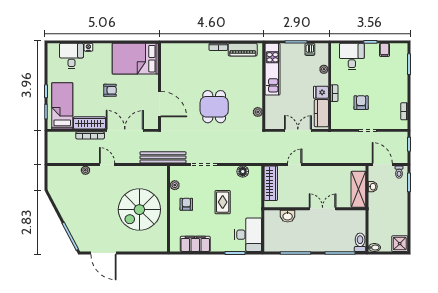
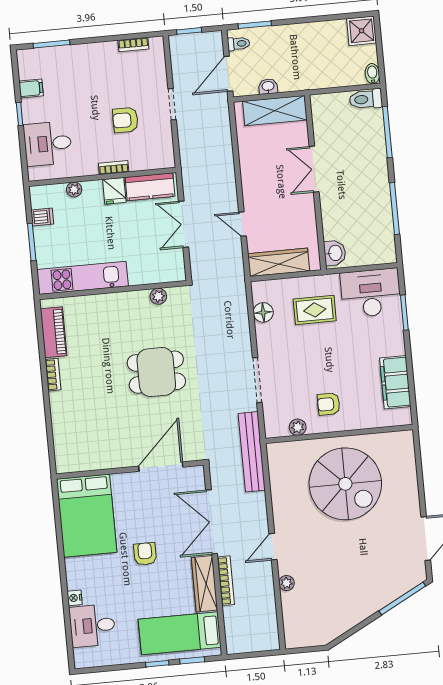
rug: (223, 202) -> (315, 310), moved
washbasin: (288, 216) -> (335, 253), moved

